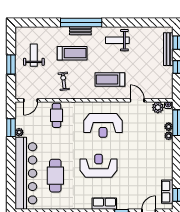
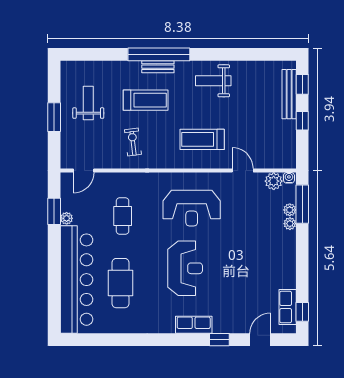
cafe table: (57, 115) -> (123, 216), moved
reception desk: (99, 166) -> (185, 268), turned 90

